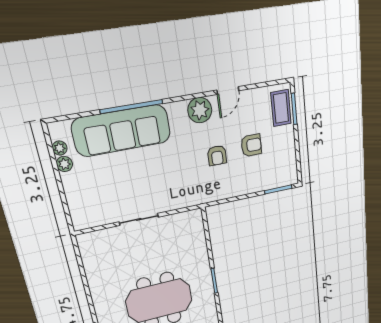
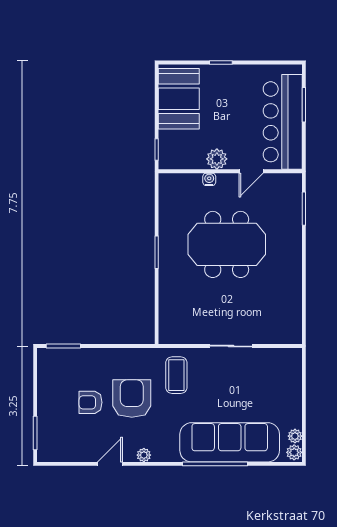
coffee table: (281, 108) -> (176, 375), moved
plant: (200, 110) -> (144, 455), width x0.53, depth x0.53
armchair: (217, 155) -> (132, 398), width x1.88, depth x1.88
plant: (64, 164) -> (294, 452), moved

